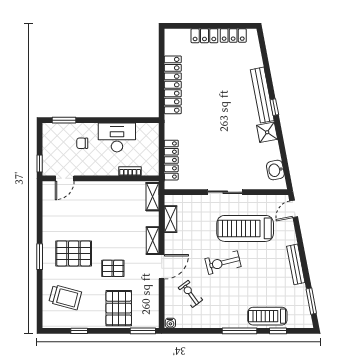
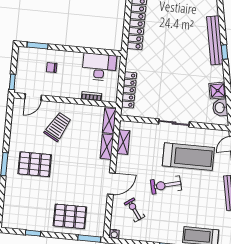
shower: (267, 132) -> (218, 91), moved
desk: (117, 137) -> (99, 67), moved
treadmill: (245, 228) -> (188, 157), turned 180
shelving: (153, 241) -> (107, 147), moved
pallet: (113, 268) -> (68, 181), removed
trolley: (65, 297) -> (58, 127), moved, turned -76
pallet: (119, 308) -> (70, 216), turned 90

